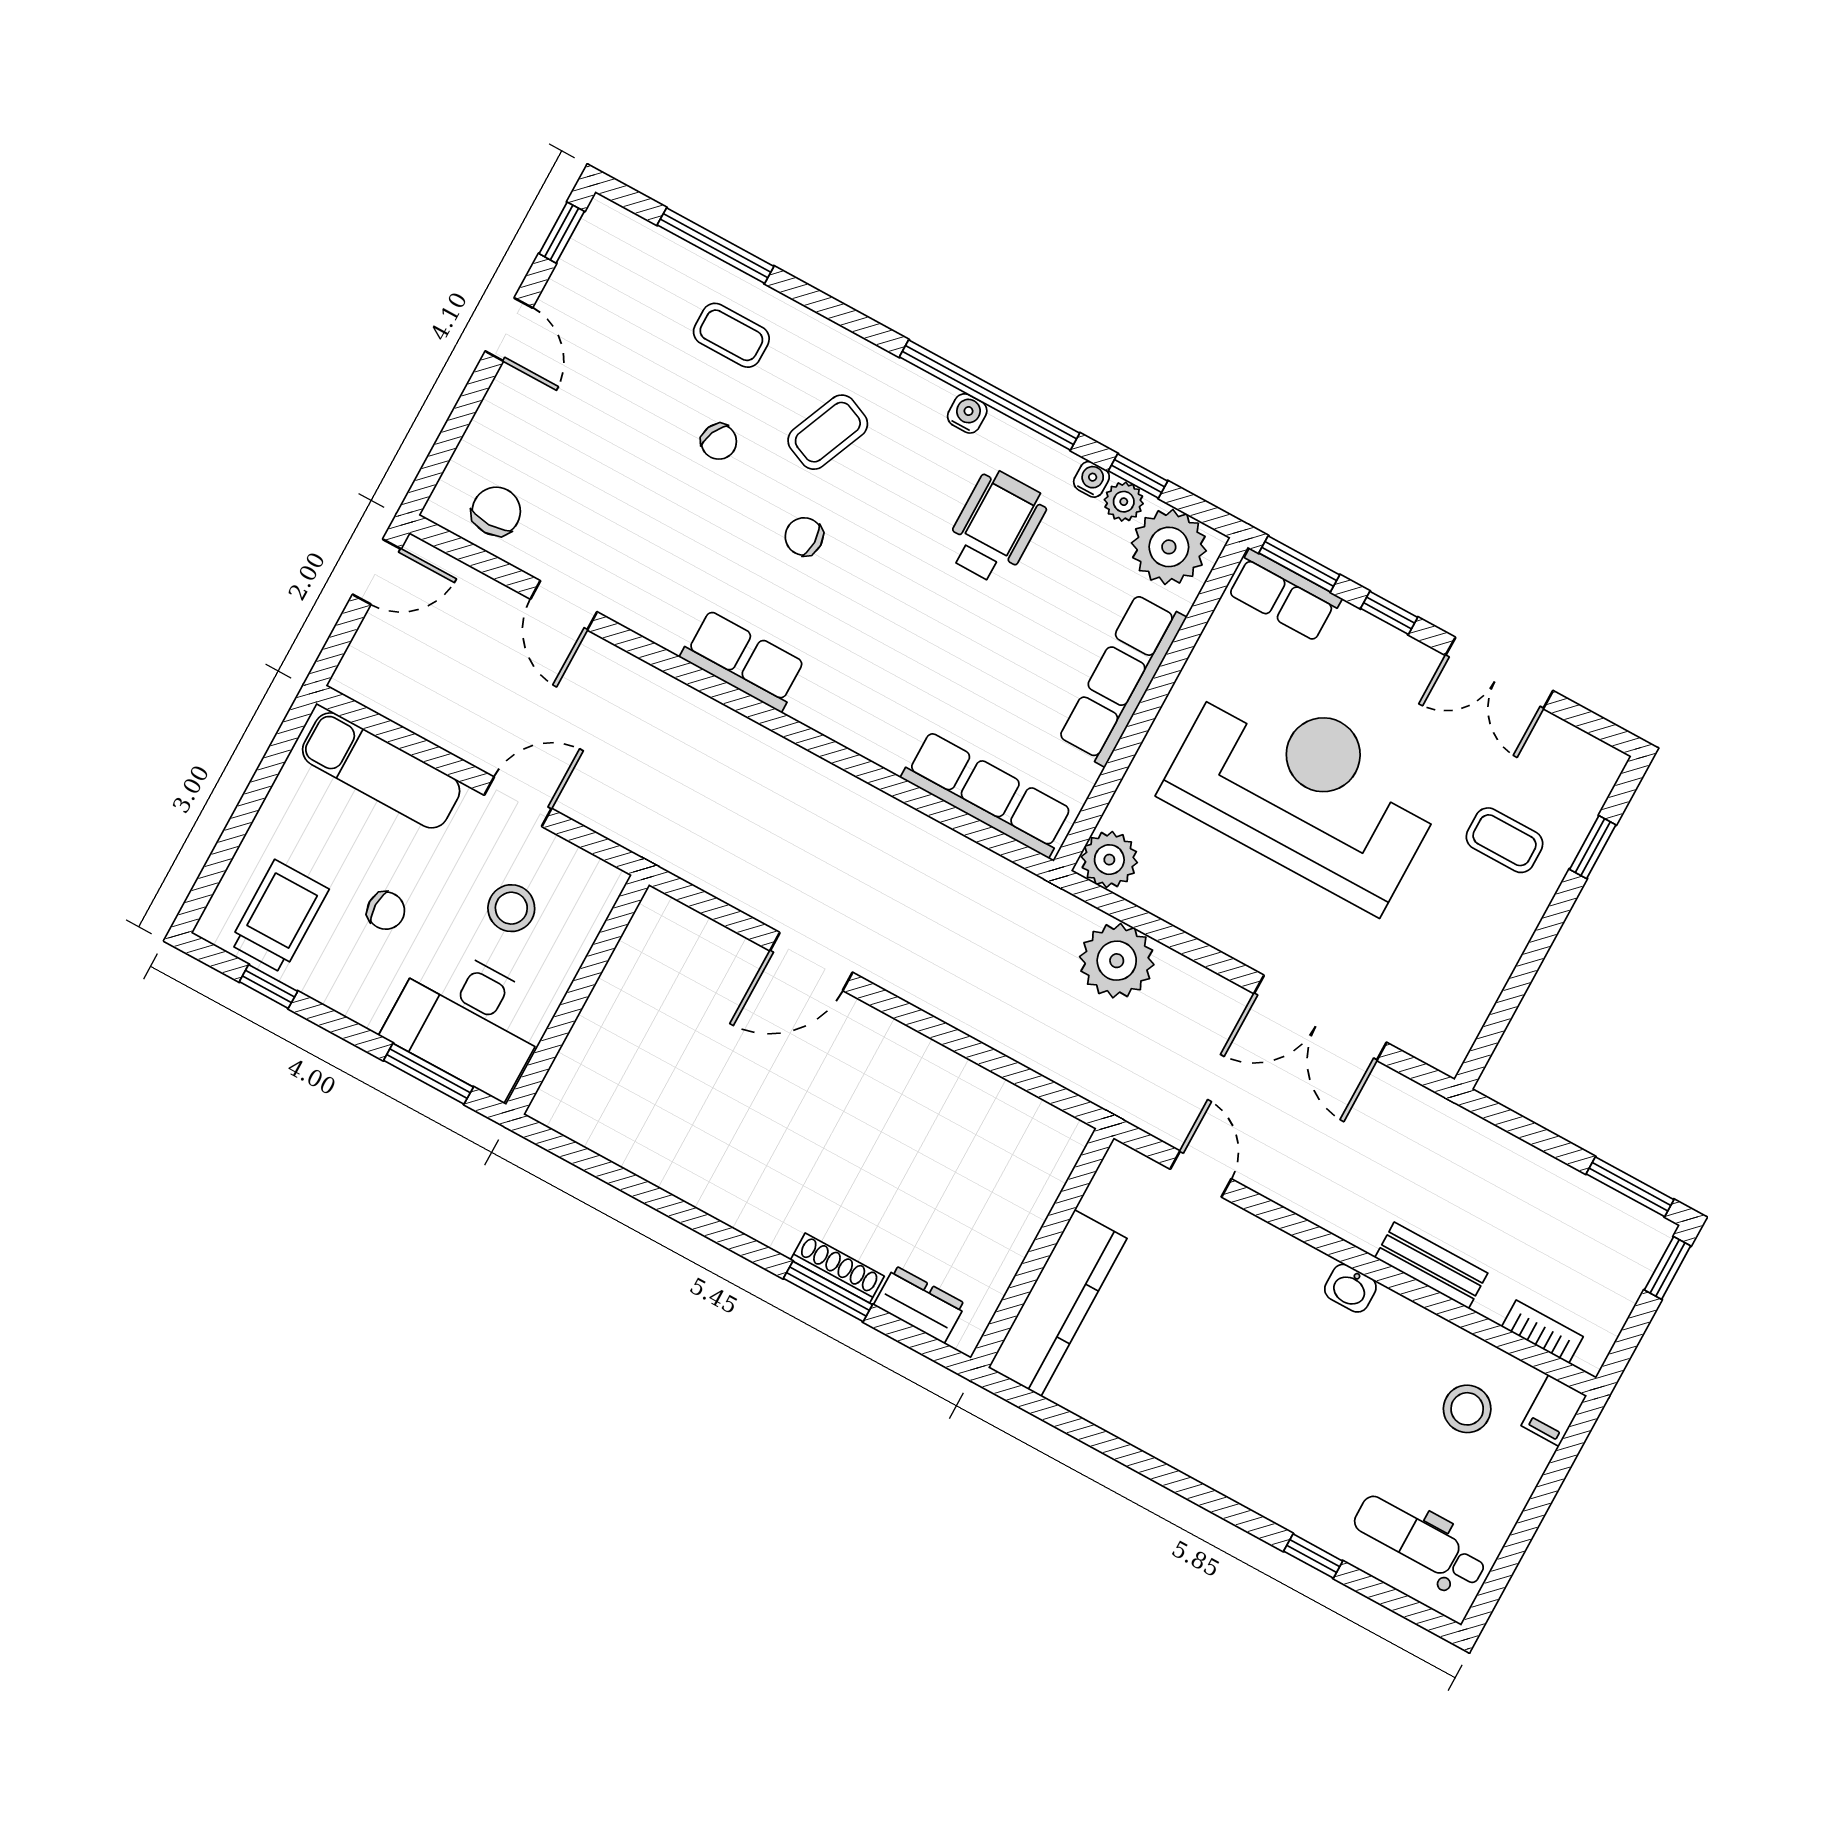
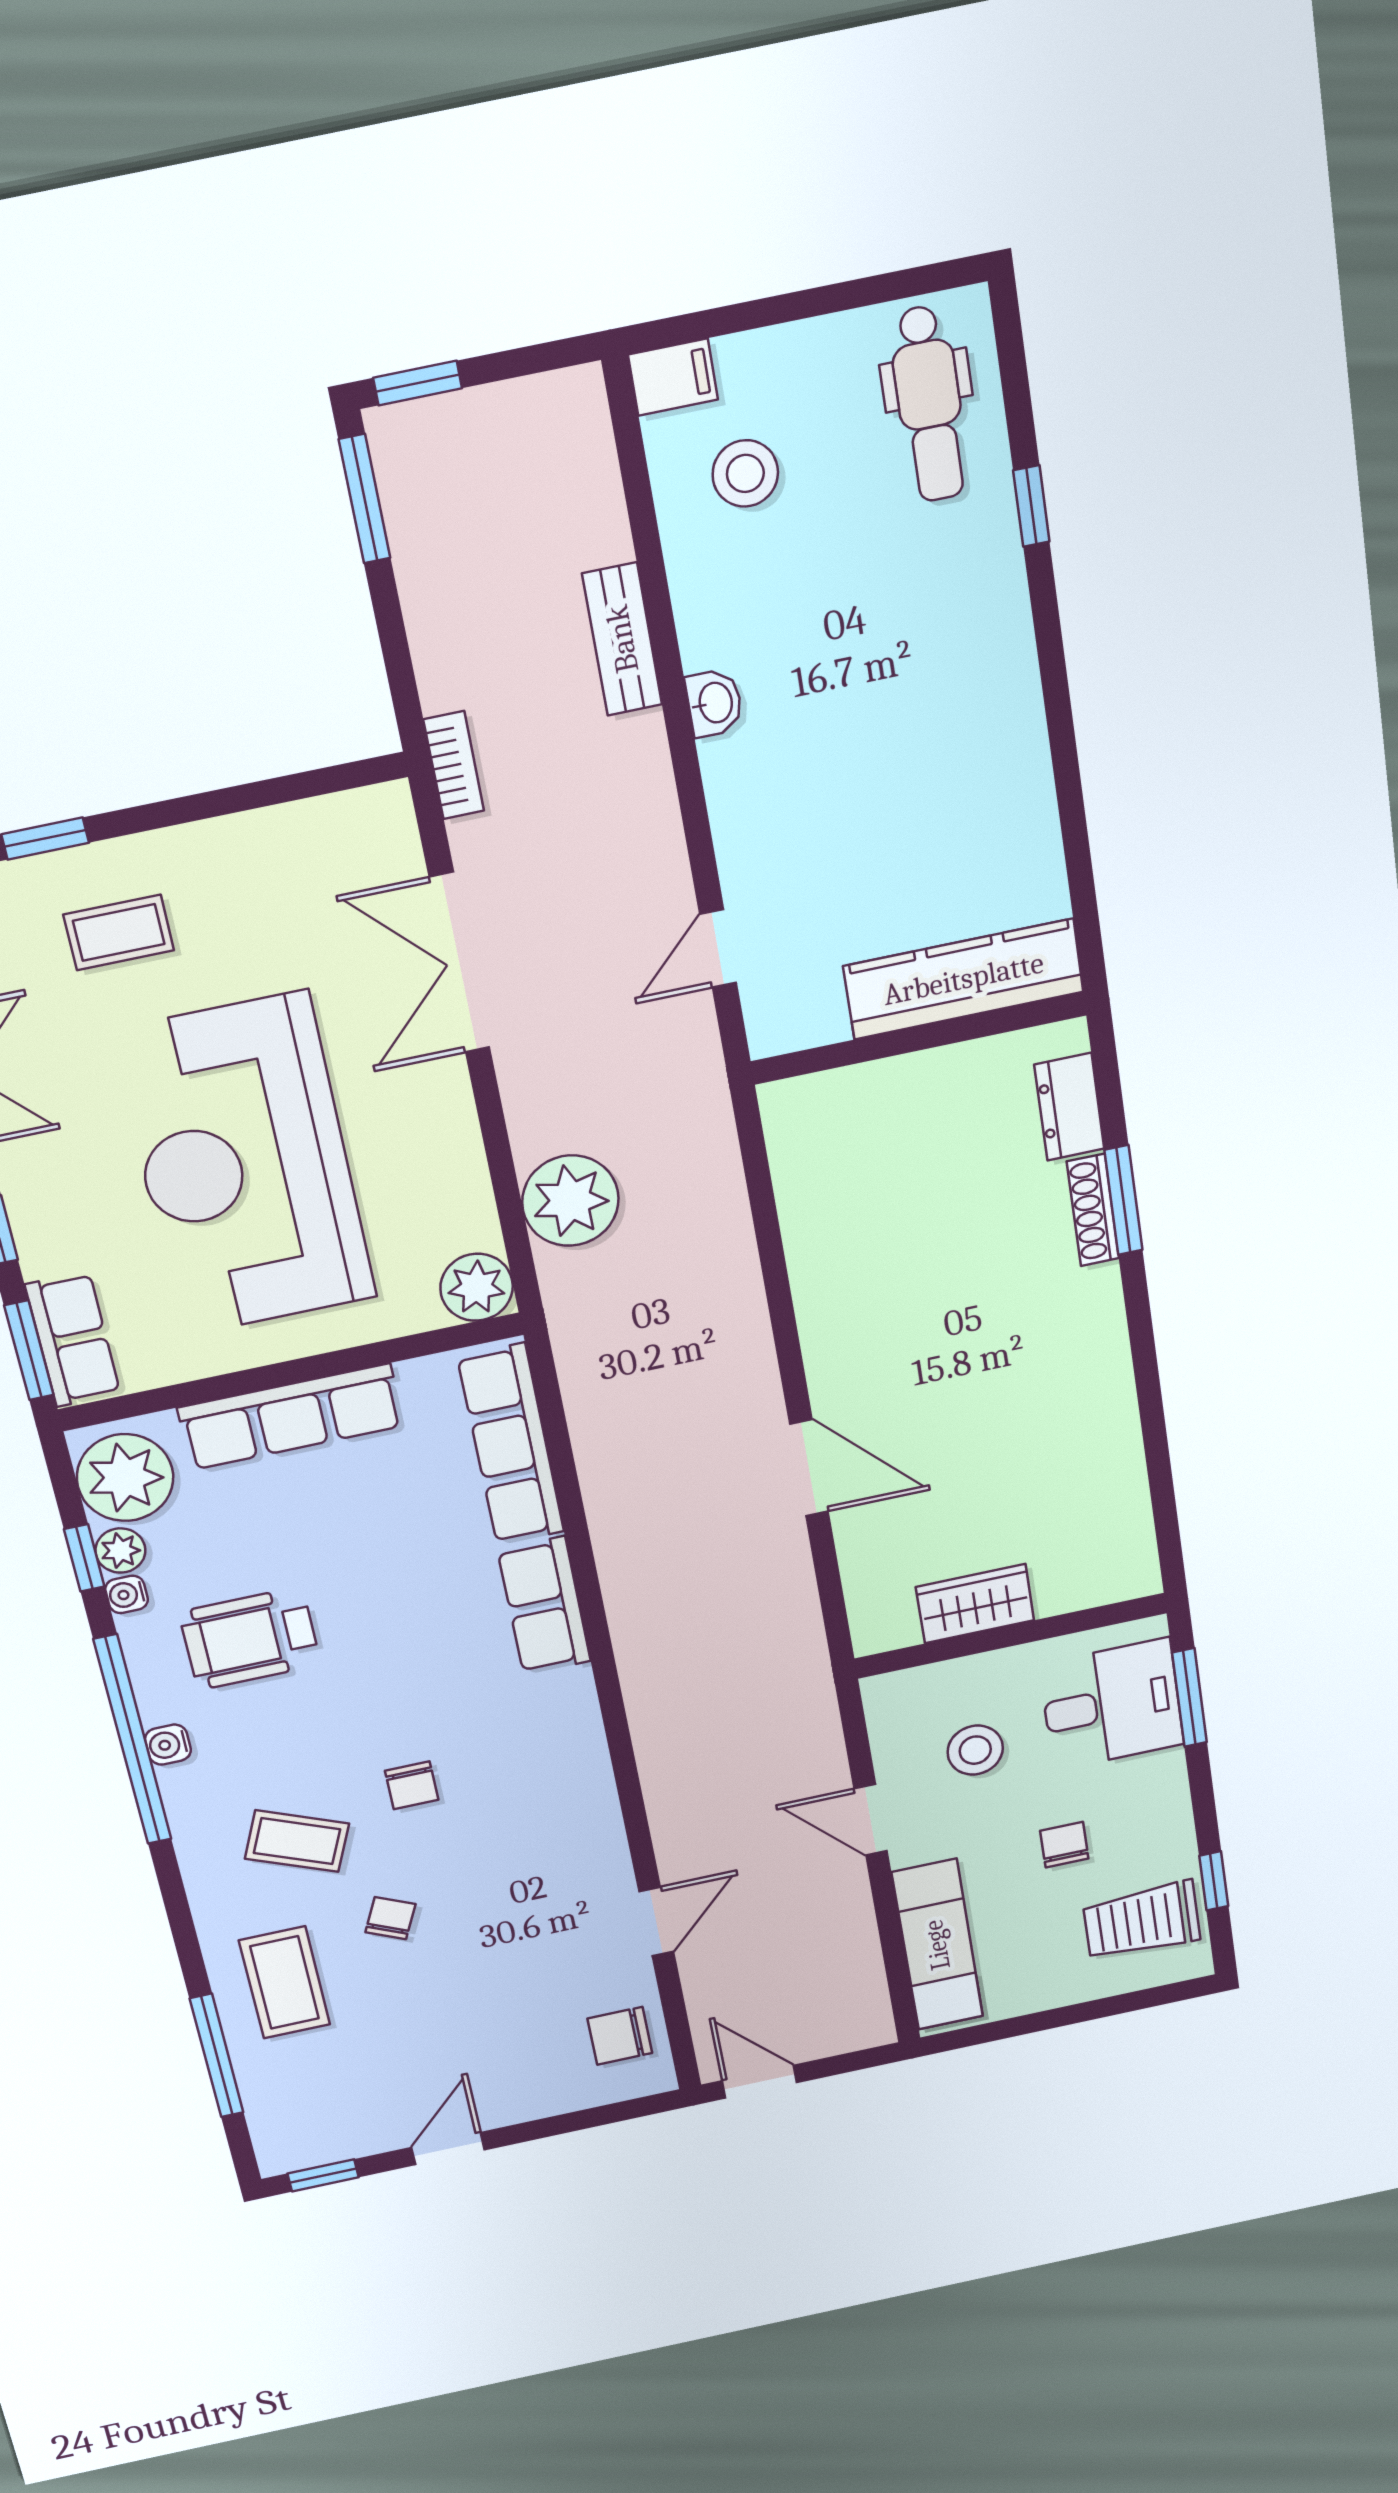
coffee table: (731, 335) -> (285, 1982), width x1.36, depth x1.30
row of seats: (743, 660) -> (544, 1606), moved
coffee table: (1505, 840) -> (119, 932), turned 90
wardrobe: (622, 990) -> (975, 1604), added
double door: (1320, 1018) -> (460, 963), swing flipped
desk: (468, 1020) -> (1112, 1704), width x0.73
bookcase: (1542, 1332) -> (454, 765), moved, turned 180

